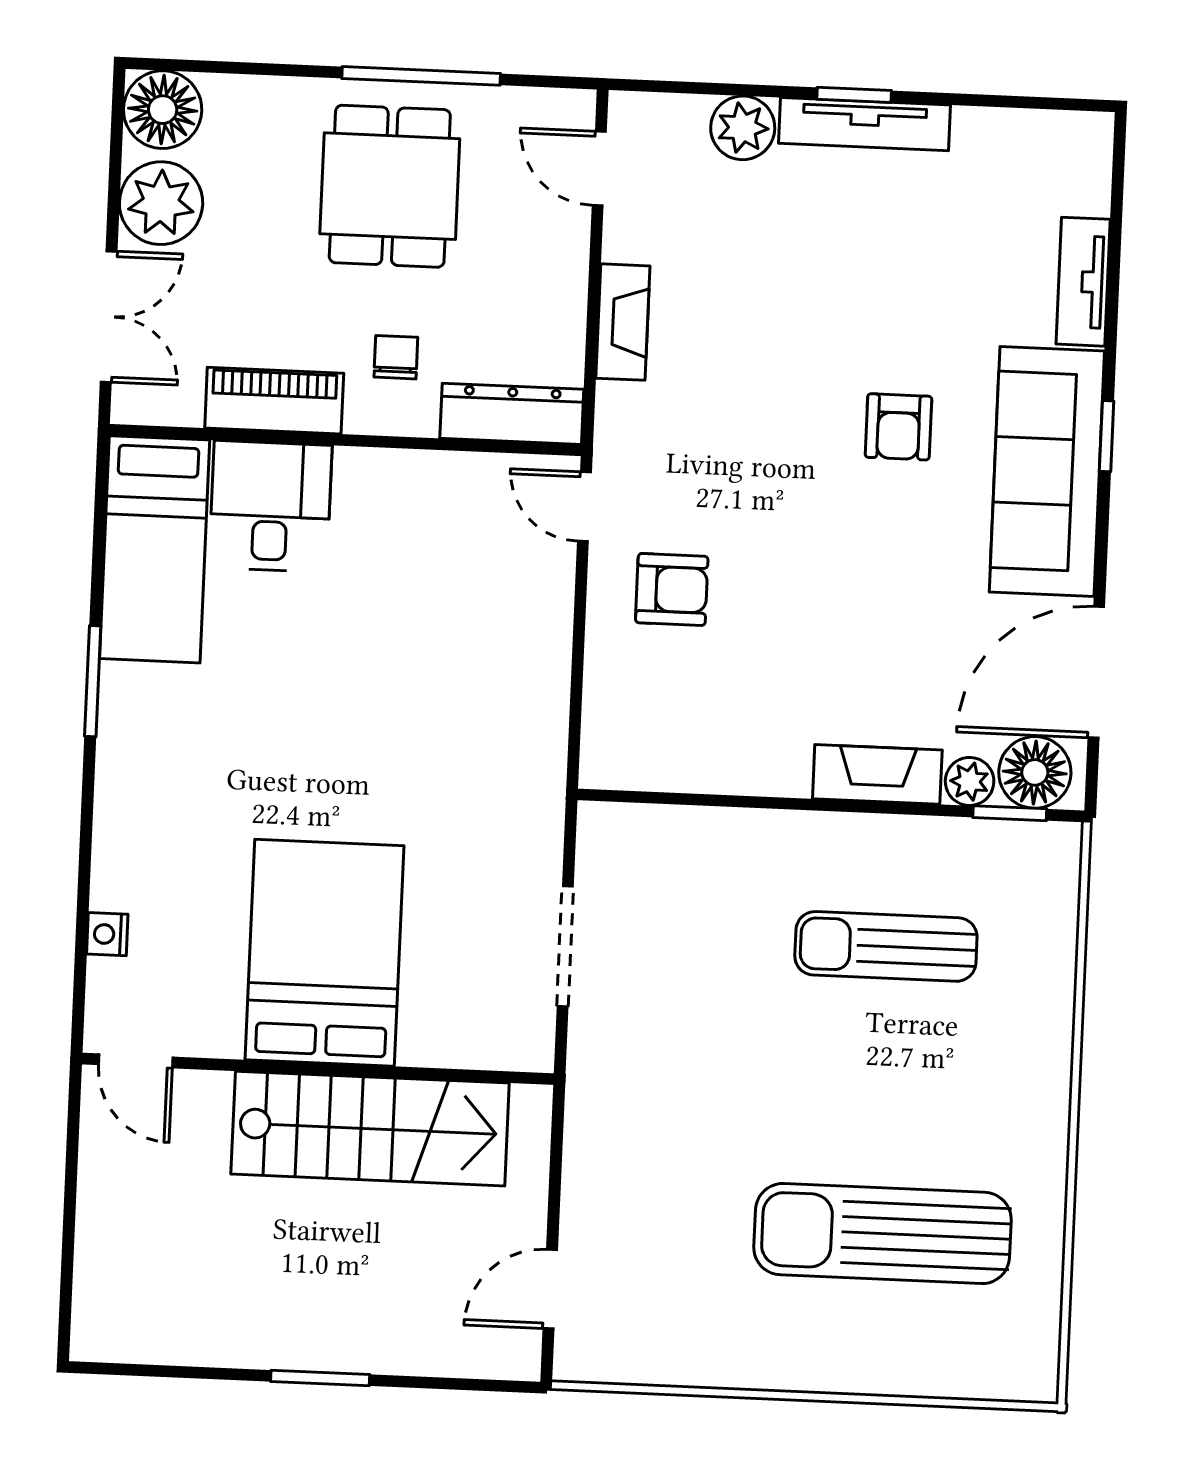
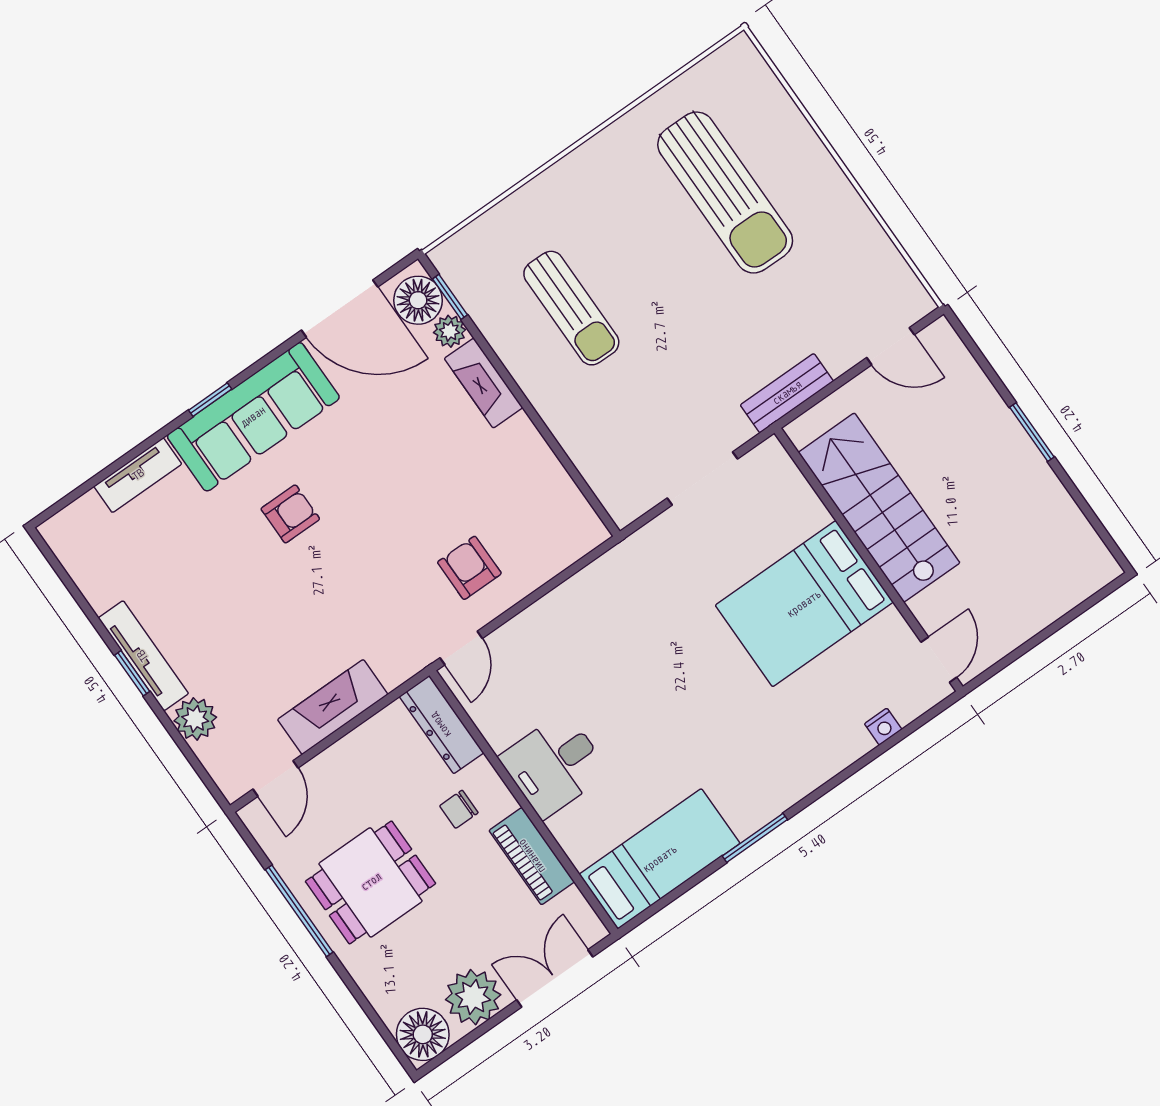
fireplace: (623, 322) -> (333, 707), width x1.37, depth x1.32
desk: (270, 506) -> (554, 765), moved
bench: (589, 1124) -> (787, 393), added

